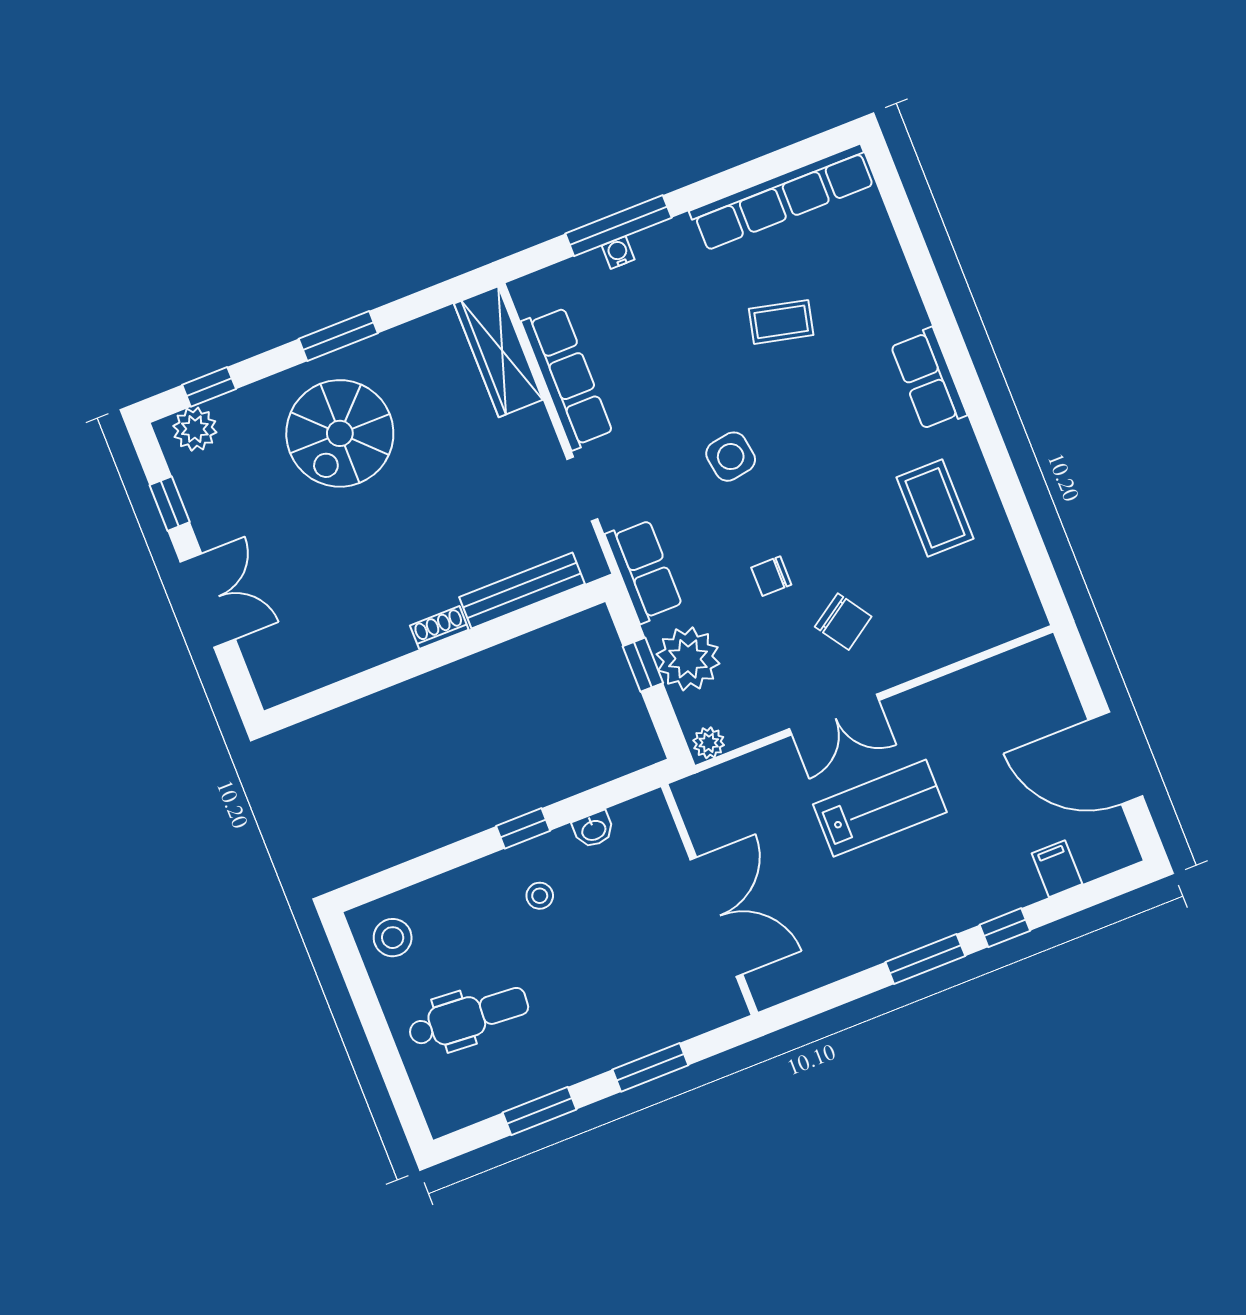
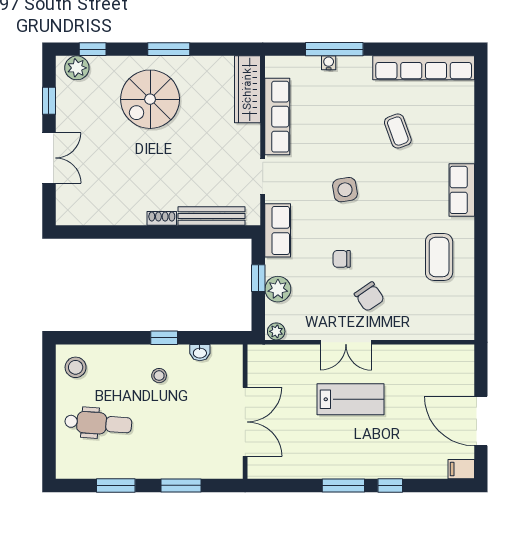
coffee table: (781, 322) -> (398, 131), turned 57
plant: (688, 659) -> (278, 289), width x0.73, depth x0.73
filing cabinet: (1057, 869) -> (461, 469), moved, turned -90

